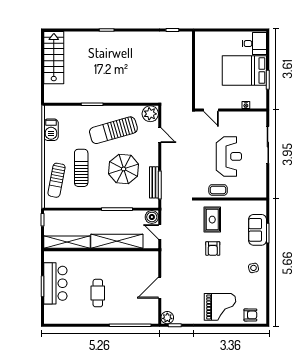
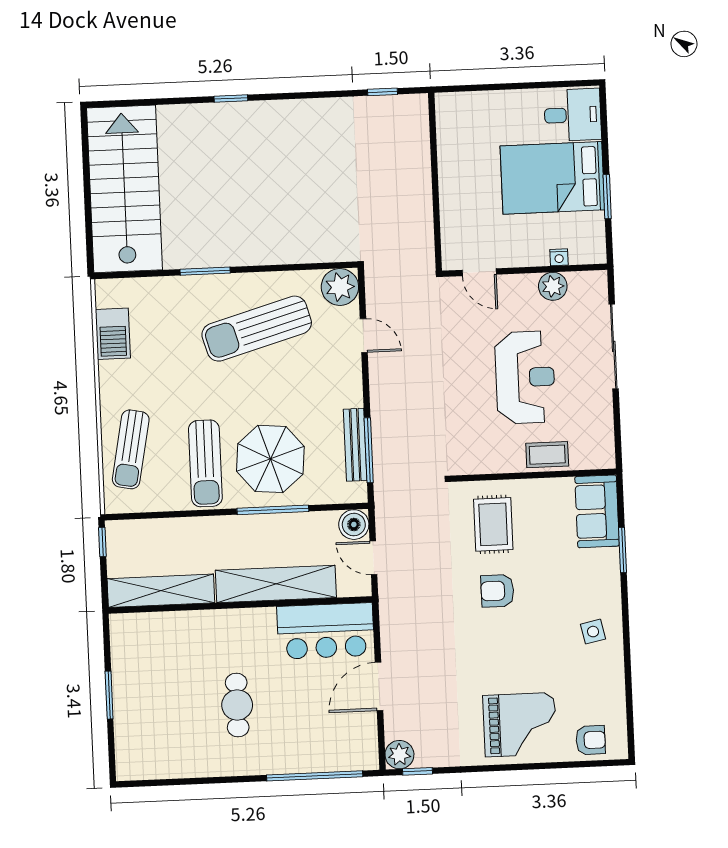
stairs: (54, 58) -> (125, 189), width x1.36, depth x1.51
plant: (243, 117) -> (553, 286), added
sun lounger: (81, 168) -> (205, 463), moved, turned 180
parasol: (124, 169) -> (270, 459), moved
coffee table: (218, 190) -> (547, 455), moved
sofa: (258, 230) -> (597, 511), moved
armchair: (213, 248) -> (497, 591), turned 90
bar counter: (55, 283) -> (326, 631), moved, turned 90

